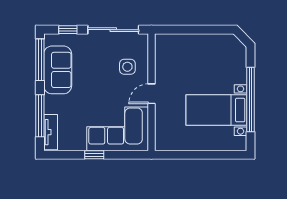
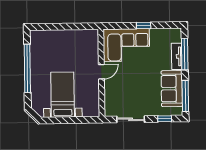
sliding door: (113, 30) -> (131, 119), width x0.73
side table: (127, 67) -> (120, 92), removed
bed with nightstands: (216, 110) -> (63, 95), moved, turned -90
tv unit: (51, 132) -> (177, 56), moved

